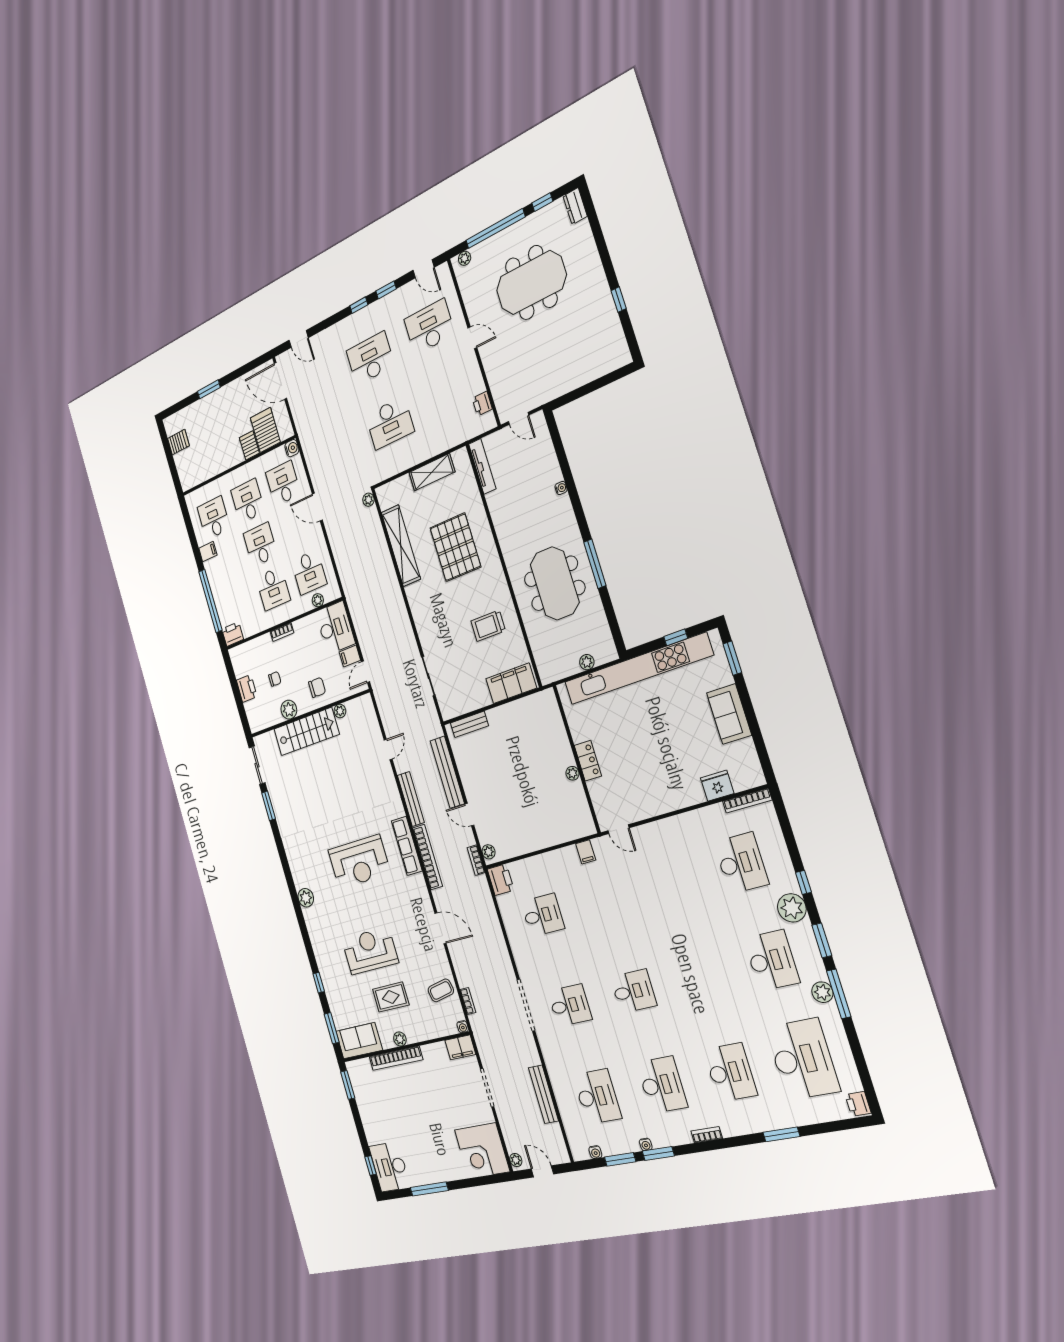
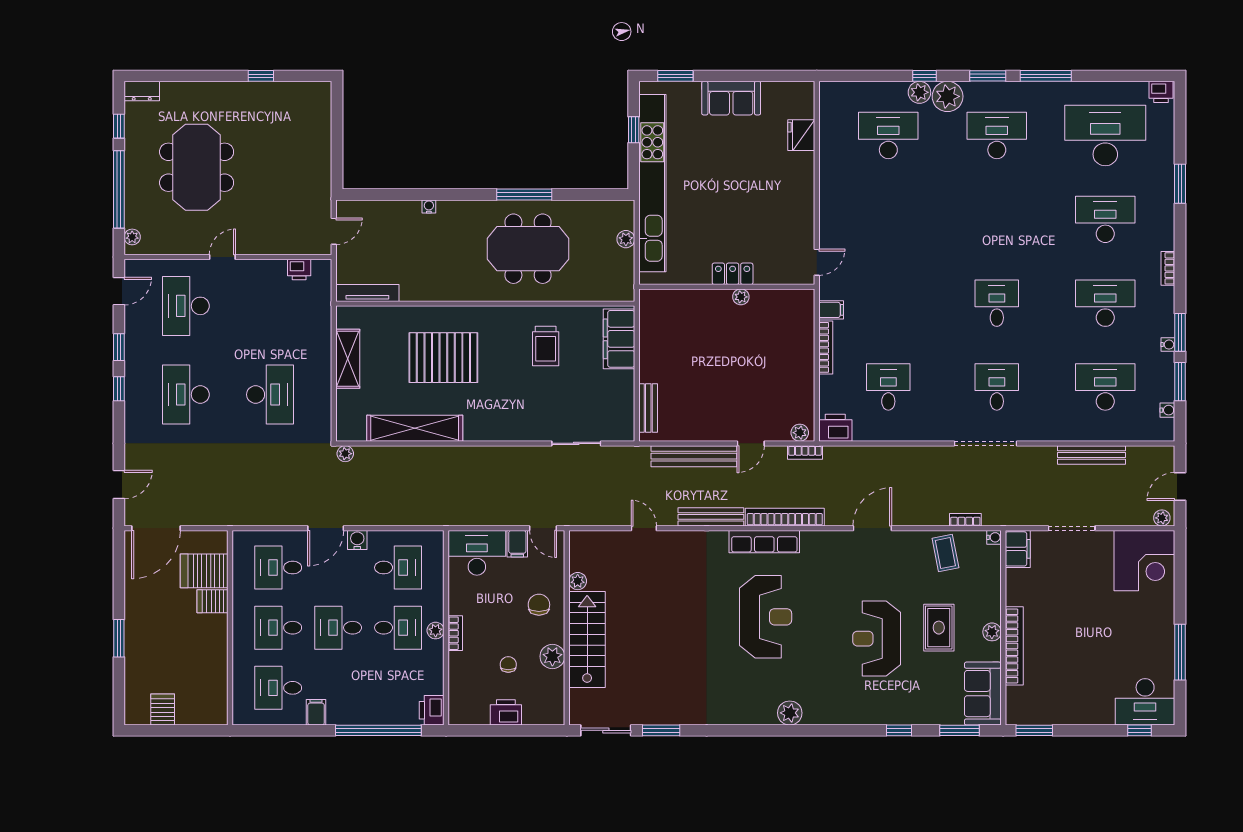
water cooler: (292, 448) -> (357, 540), moved
plant: (318, 600) -> (436, 631), moved
bookcase: (747, 801) -> (826, 347), moved
plant: (822, 992) -> (919, 92), moved

